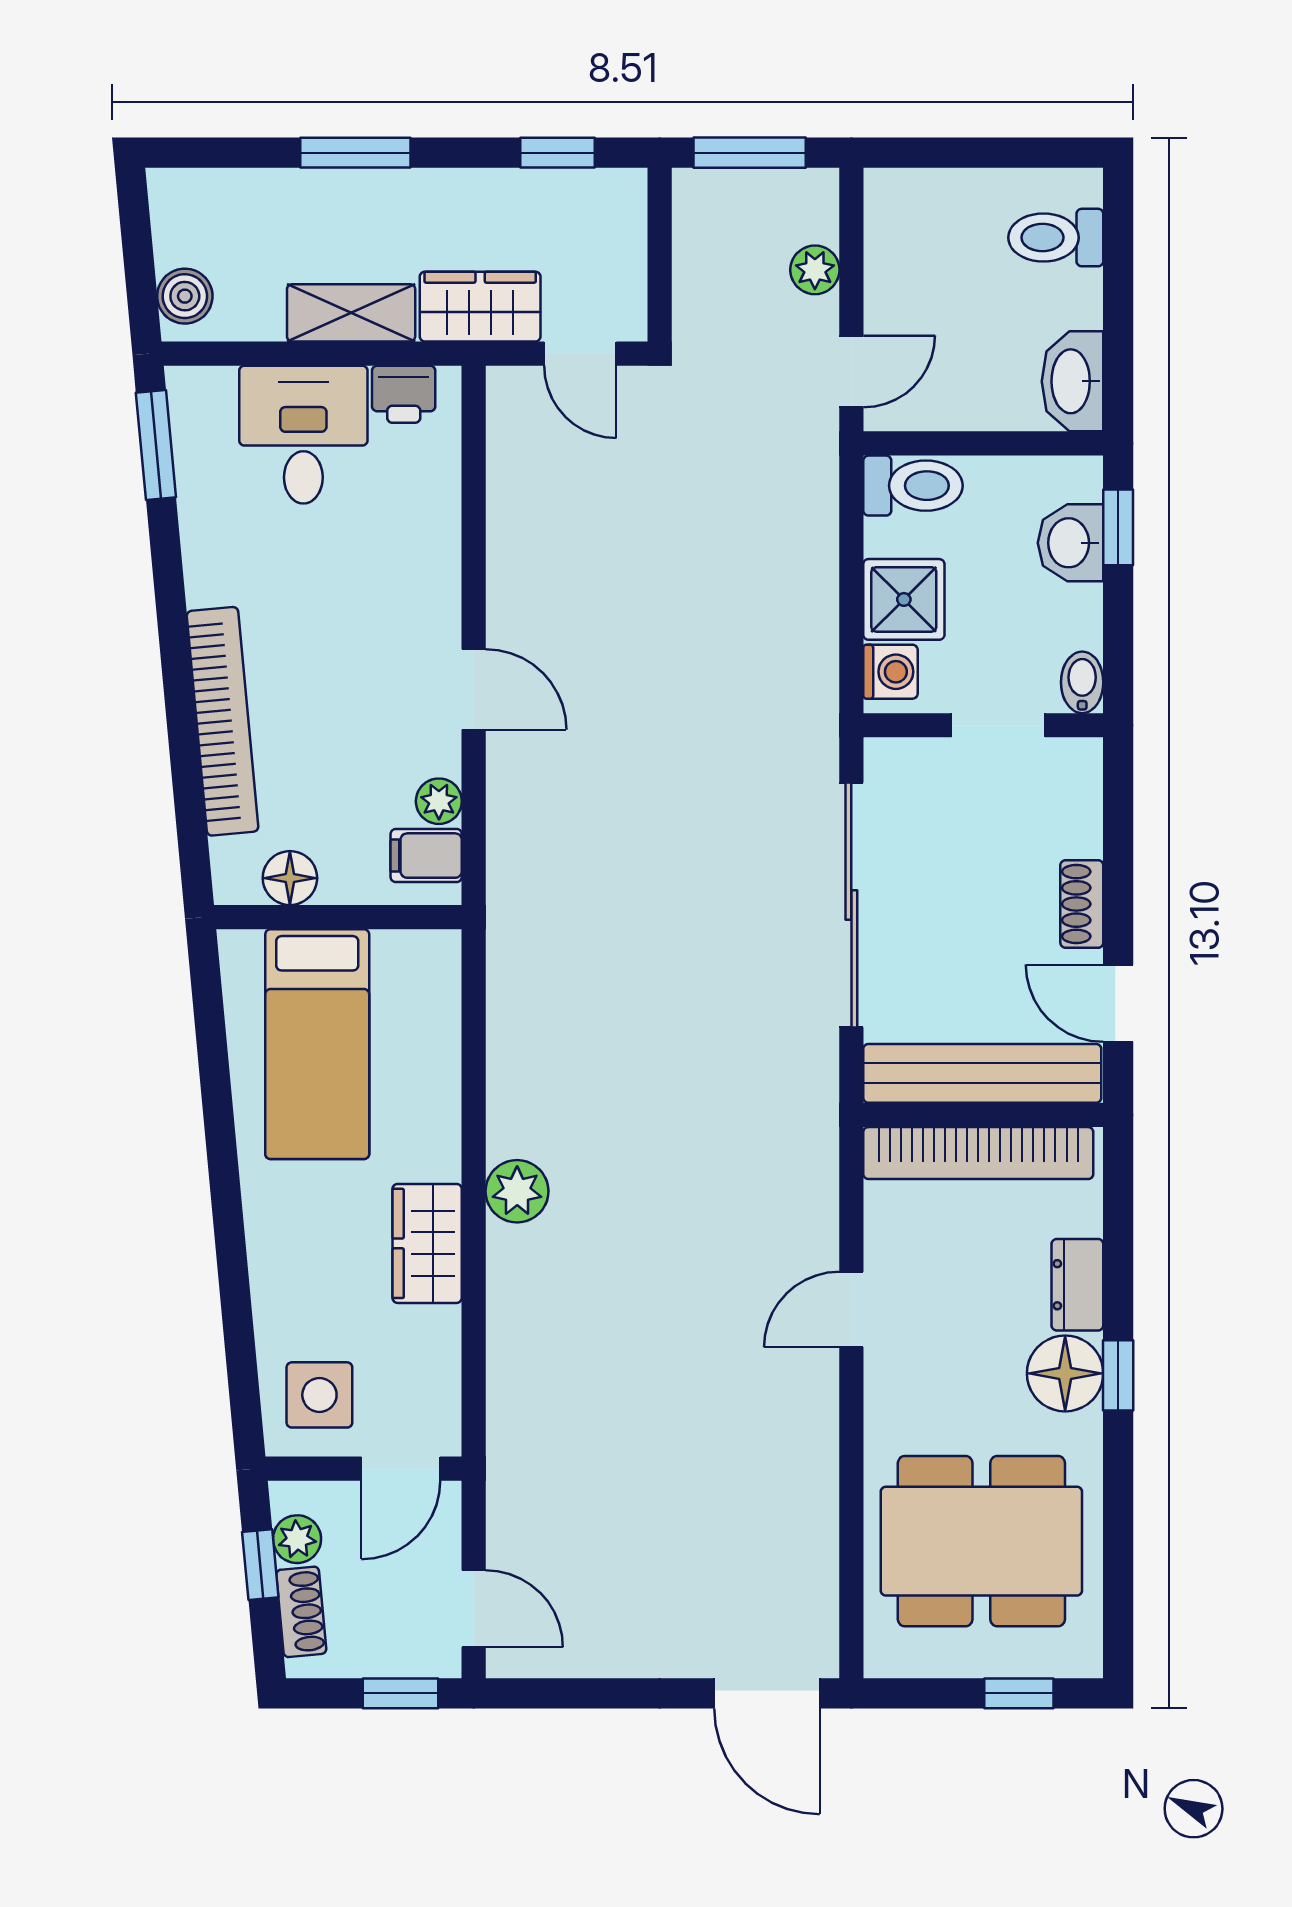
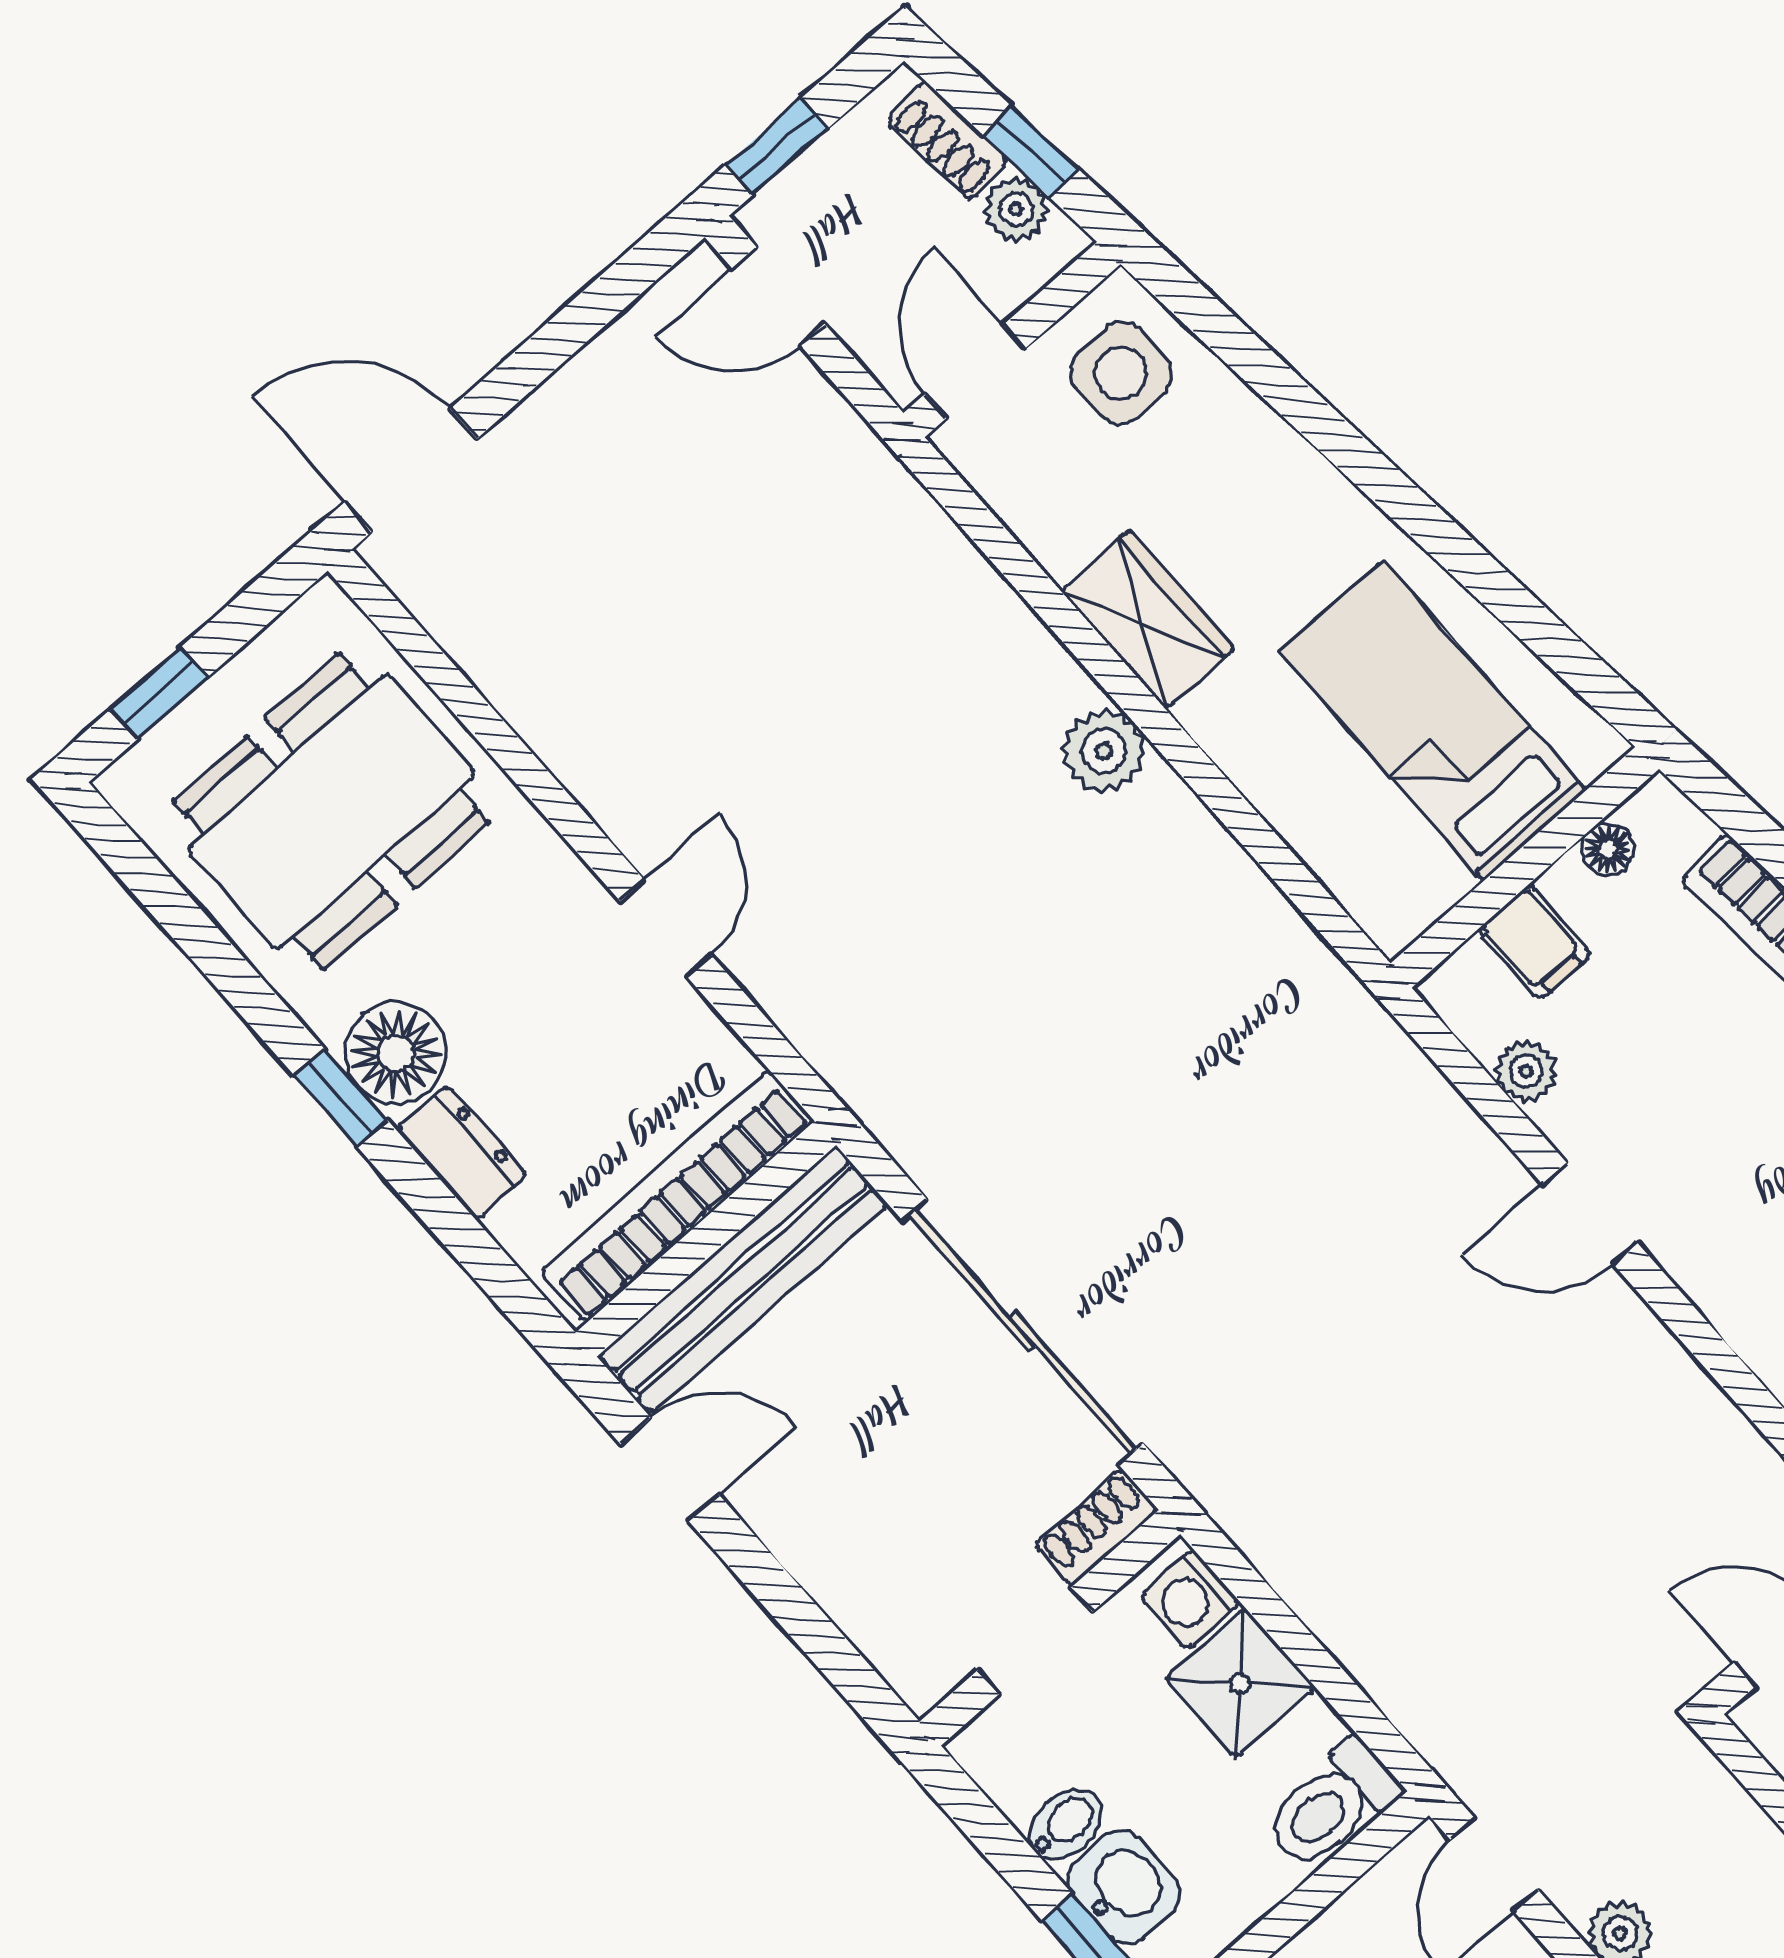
bidet: (1082, 682) -> (1065, 1824), moved, turned -90
filing cabinet: (426, 856) -> (1534, 942), moved, turned 90
floor lamp: (290, 878) -> (1608, 849), width x0.73, depth x0.73
shoe rack: (1082, 904) -> (1096, 1527), moved, turned -90

